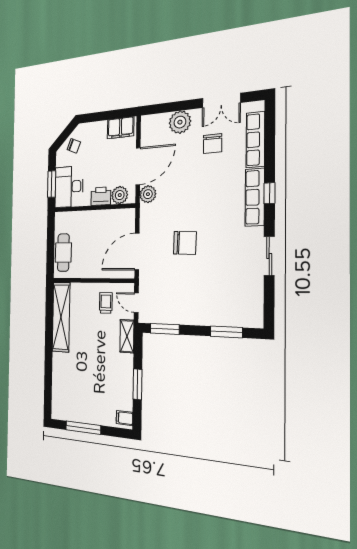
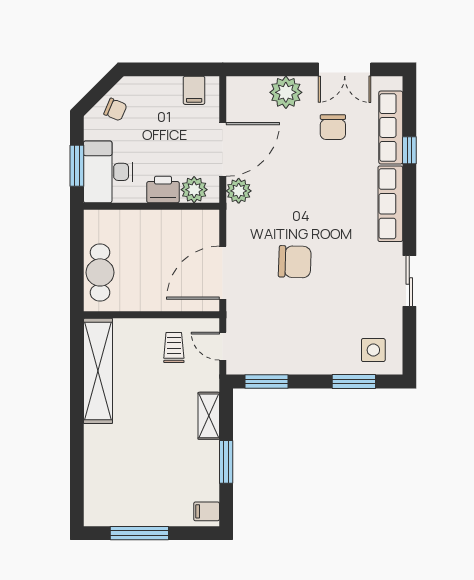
filing cabinet: (121, 128) -> (194, 90), width x0.50
window: (269, 193) -> (409, 150), moved
side table: (241, 309) -> (373, 350), added
shelving: (127, 336) -> (209, 416), moved

